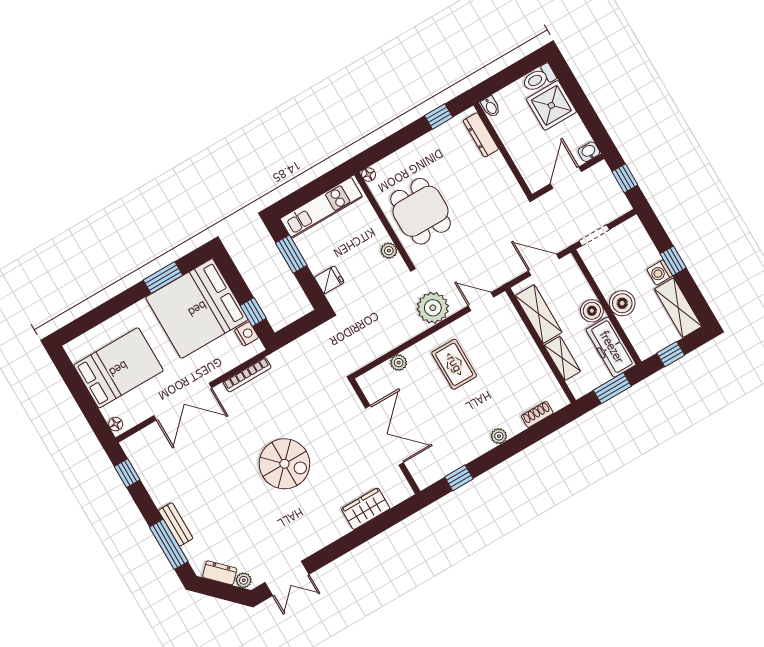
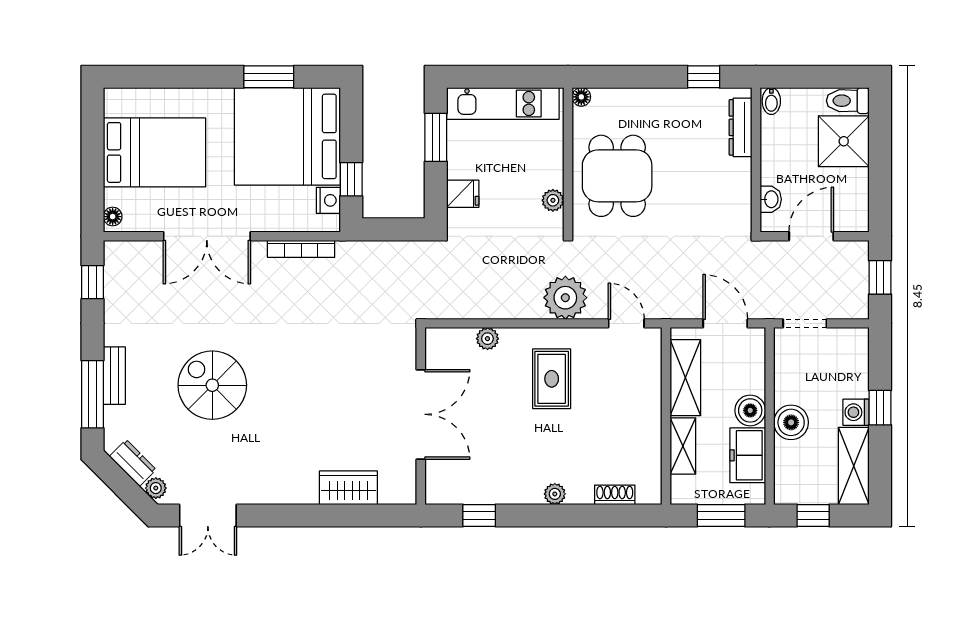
washbasin: (589, 152) -> (771, 199), moved, turned 90
freezer: (611, 347) -> (748, 455), width x0.71
spiral stairs: (284, 464) -> (212, 385), moved, turned 180

